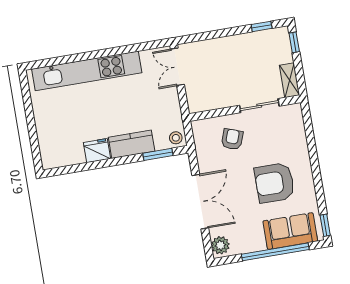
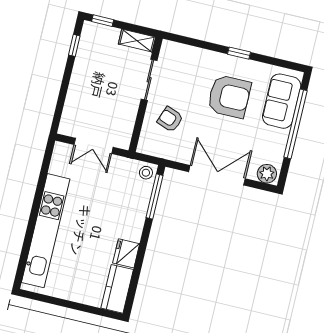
double door: (177, 67) -> (94, 146), moved
kitchen counter: (132, 144) -> (117, 289), moved
window: (158, 154) -> (154, 197), width x1.44
armchair: (275, 183) -> (229, 96), turned -90
window: (325, 225) -> (239, 53), moved

